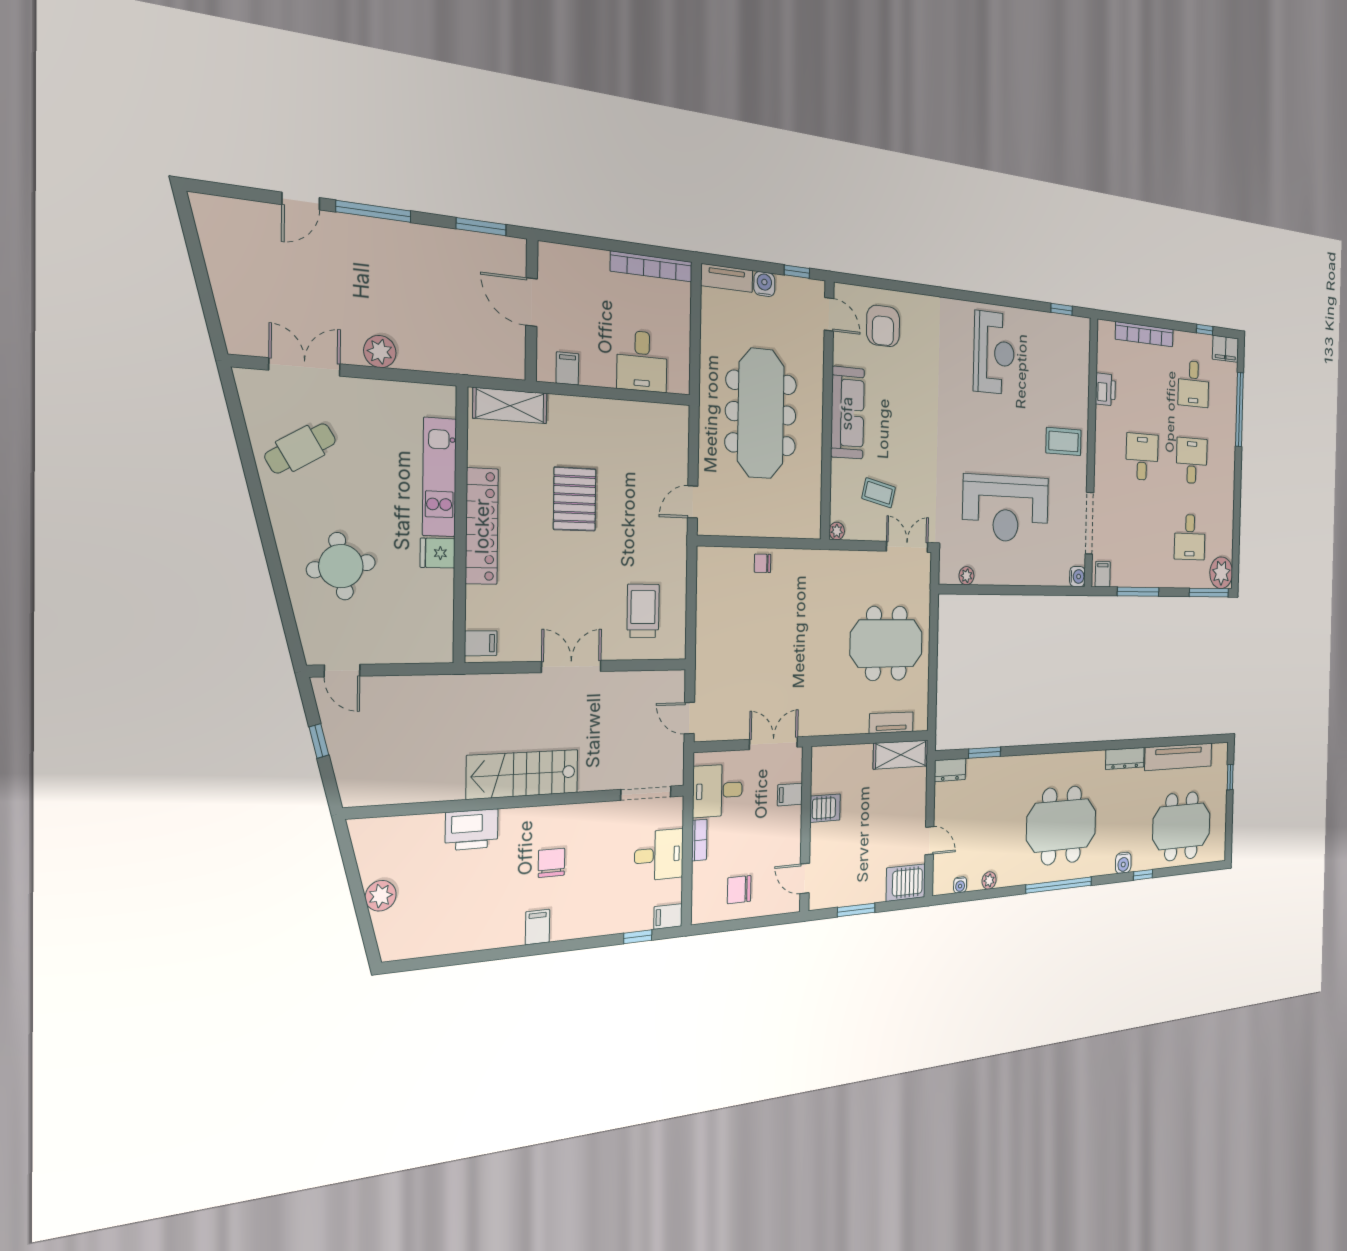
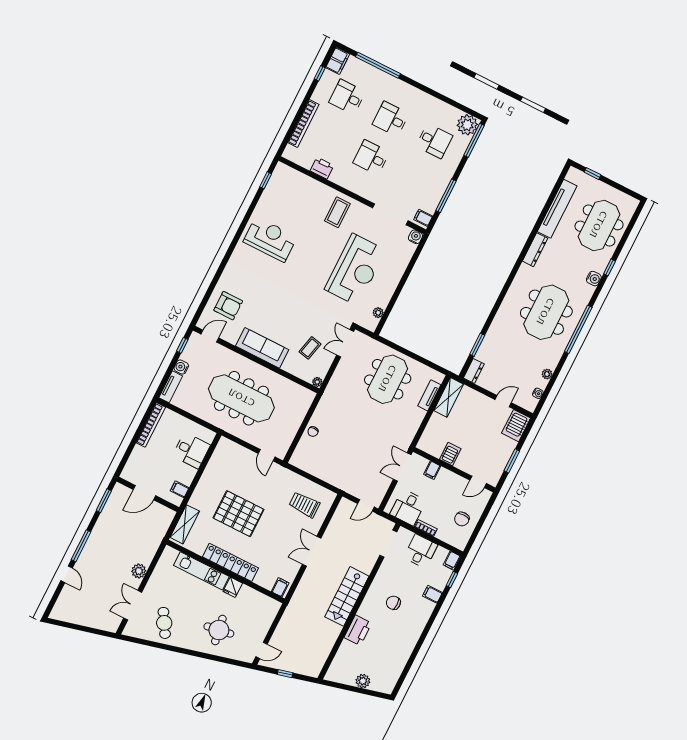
desk: (1194, 384) -> (347, 97), turned 180
pallet: (575, 499) -> (238, 514), width x1.37, depth x1.41
filing cabinet: (538, 927) -> (432, 594), moved

